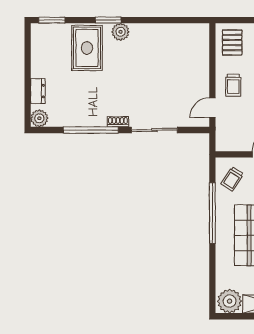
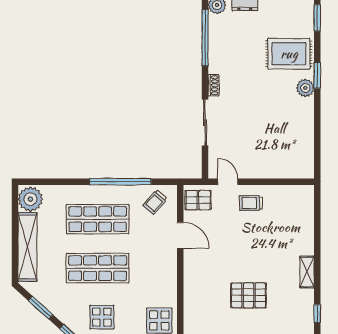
pallet: (232, 43) -> (198, 200), moved
window: (91, 130) -> (205, 38), moved
trolley: (232, 179) -> (155, 202), turned -82

